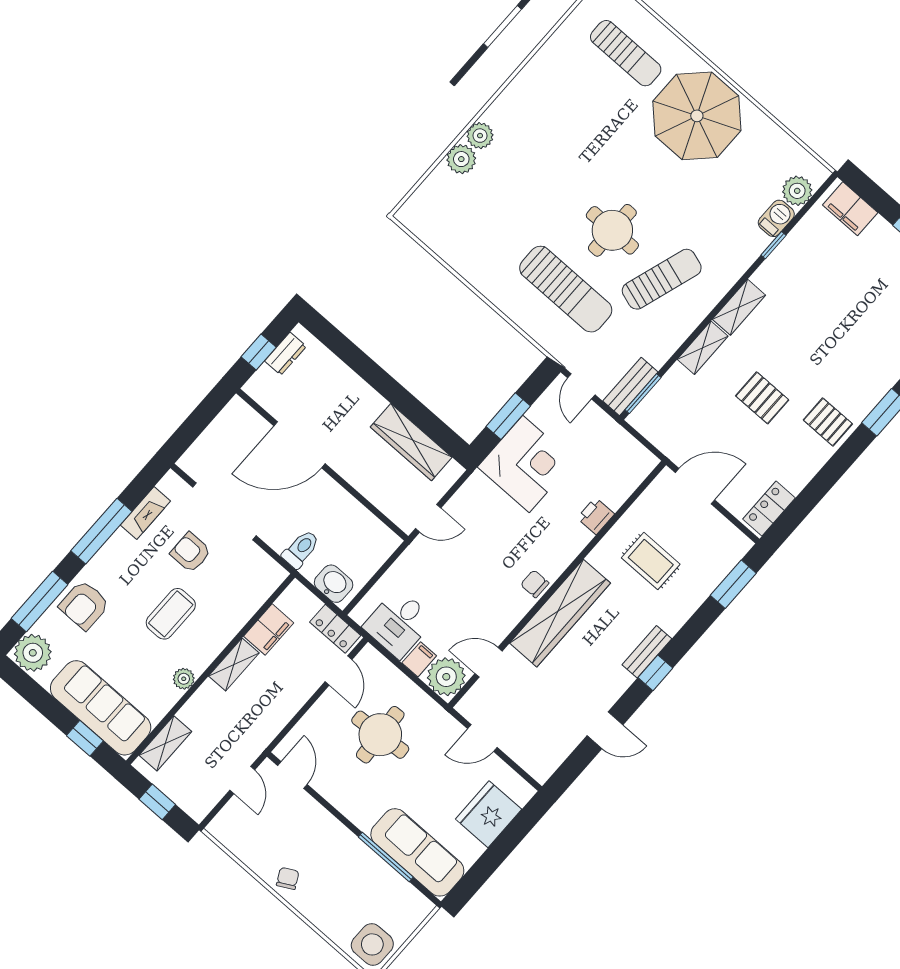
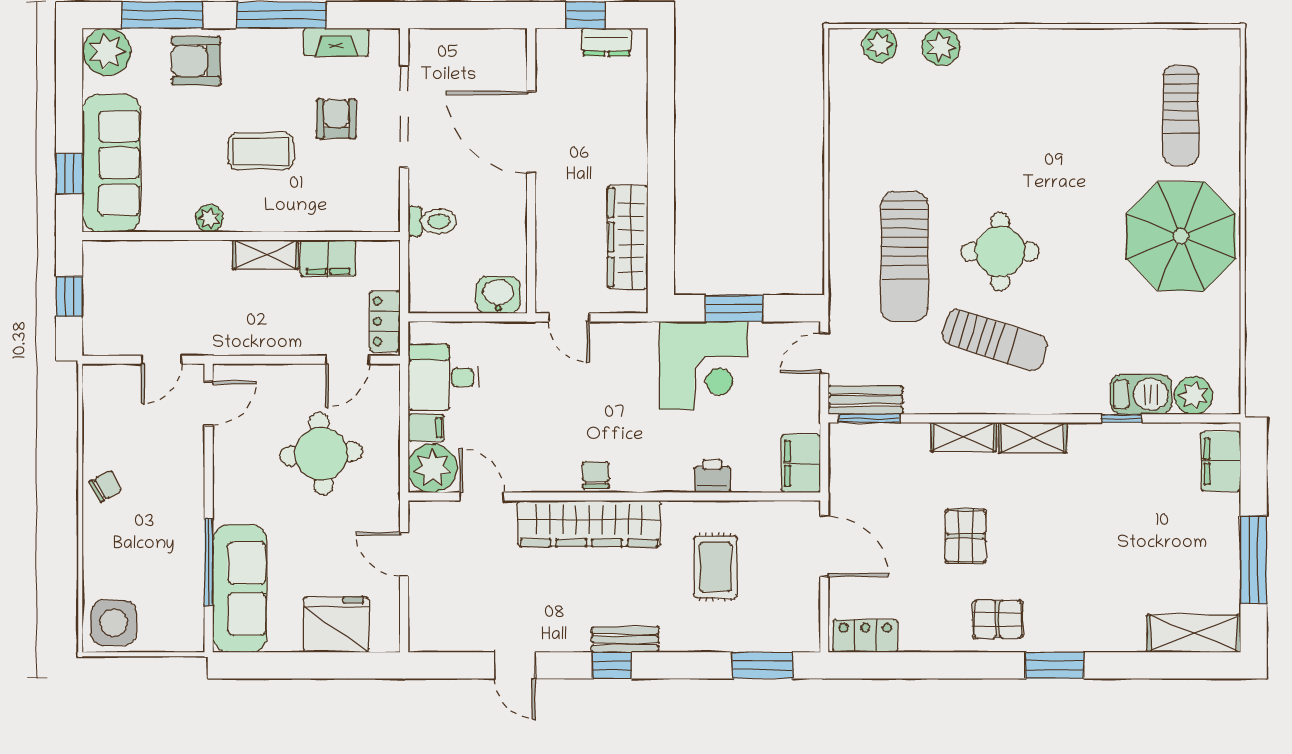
plant: (480, 136) -> (880, 45), moved
barbecue: (776, 218) -> (1141, 394), width x1.38, depth x1.27
pallet: (828, 422) -> (998, 619), turned 90
filing cabinet: (634, 457) -> (801, 463), added
washbasin: (334, 584) -> (498, 295), moved, turned -90
shelving: (165, 743) -> (132, 255), removed

